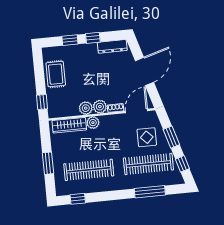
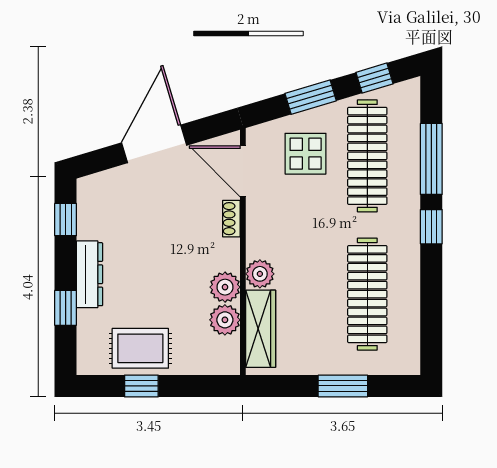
window: (93, 38) -> (66, 220), moved
dresser: (112, 46) -> (90, 274), moved
door: (145, 71) -> (154, 144), hinge flipped
window: (42, 102) -> (141, 386), moved
plant: (100, 107) -> (225, 320), moved
window: (78, 199) -> (431, 227), moved

